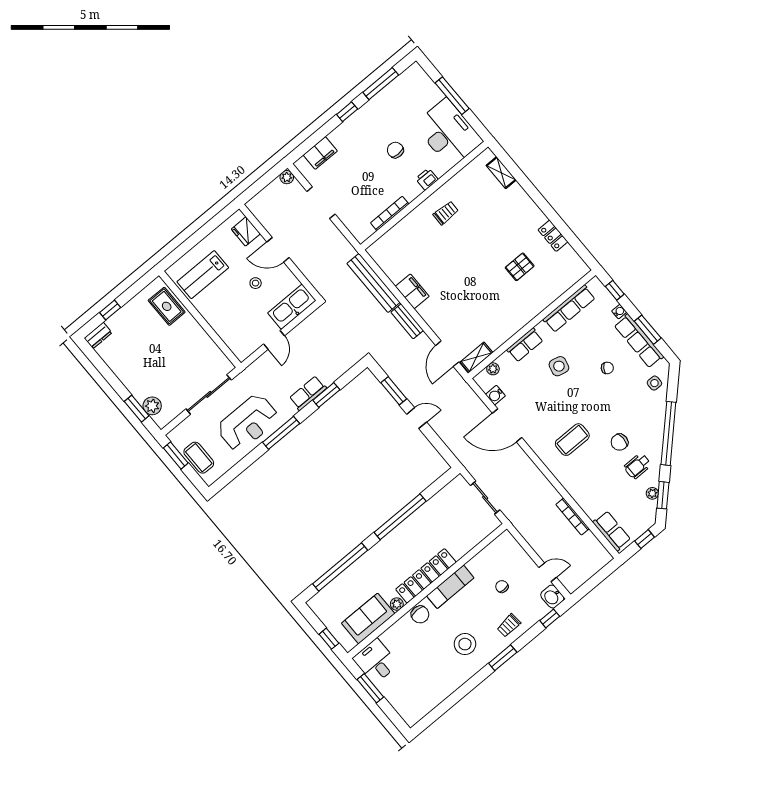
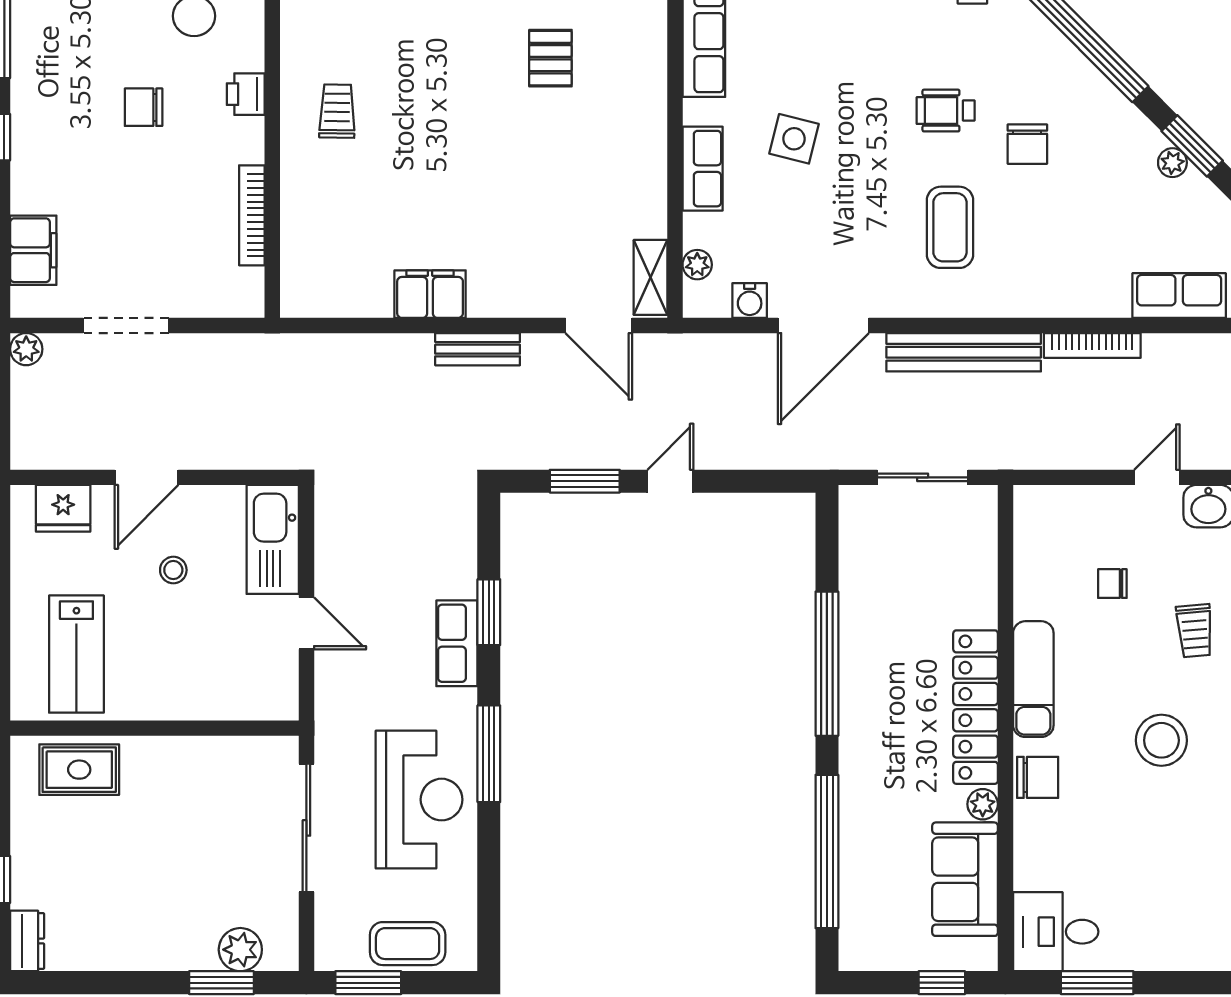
bench: (374, 283) -> (964, 352), moved
chair: (607, 368) -> (872, 52), removed
wheelchair: (638, 466) -> (946, 111), moved, turned 90

